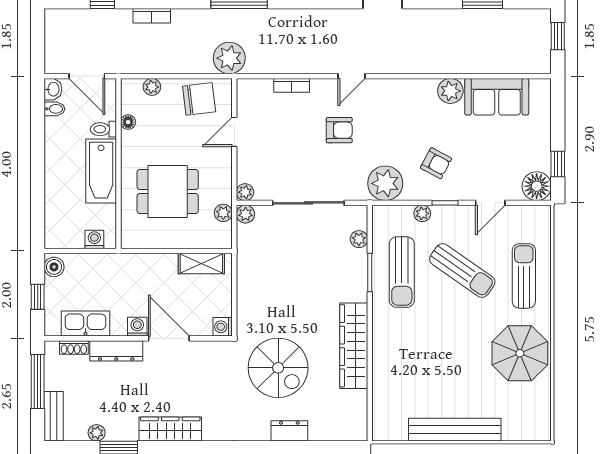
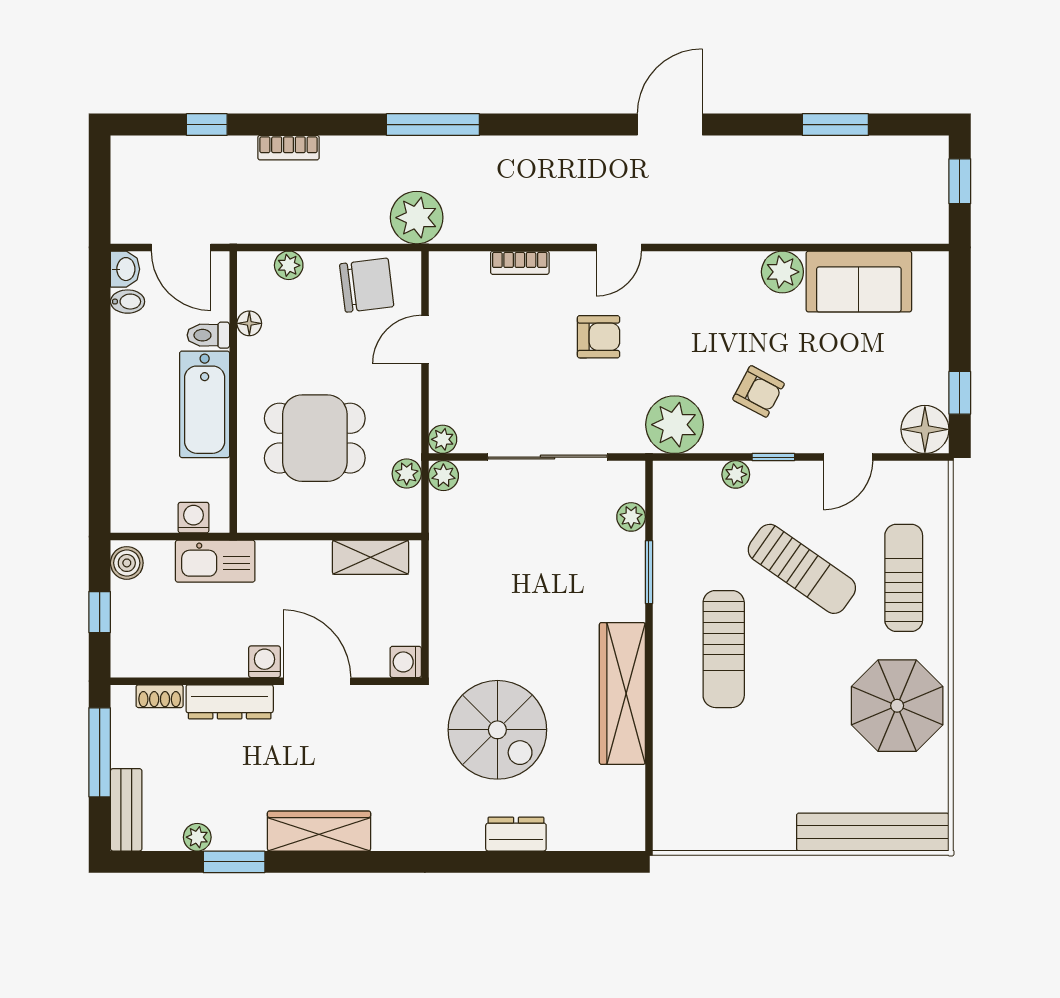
sun lounger: (402, 272) -> (724, 649), moved
kitchen sink: (85, 324) -> (215, 561), moved, turned 180
bench: (455, 430) -> (873, 832), moved

